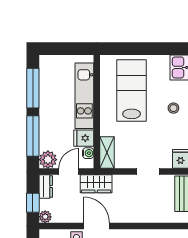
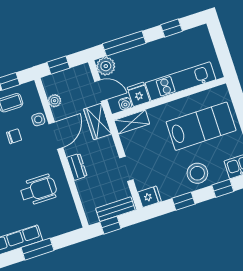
window: (33, 88) -> (172, 28), width x0.46
stool: (173, 108) -> (197, 173), width x1.89, depth x1.89
dresser: (46, 186) -> (77, 167), moved, turned -90
plant: (45, 217) -> (55, 101), moved

